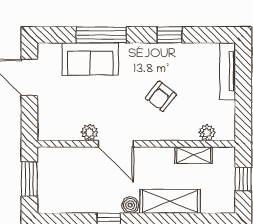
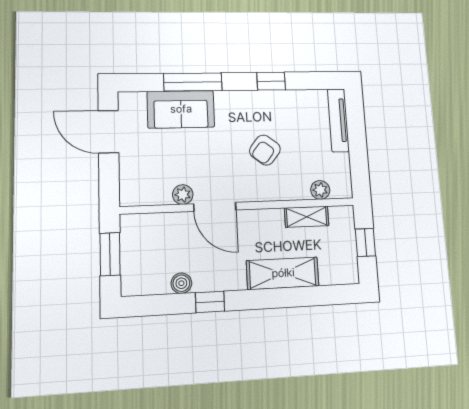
boiler: (130, 205) -> (181, 283), moved

